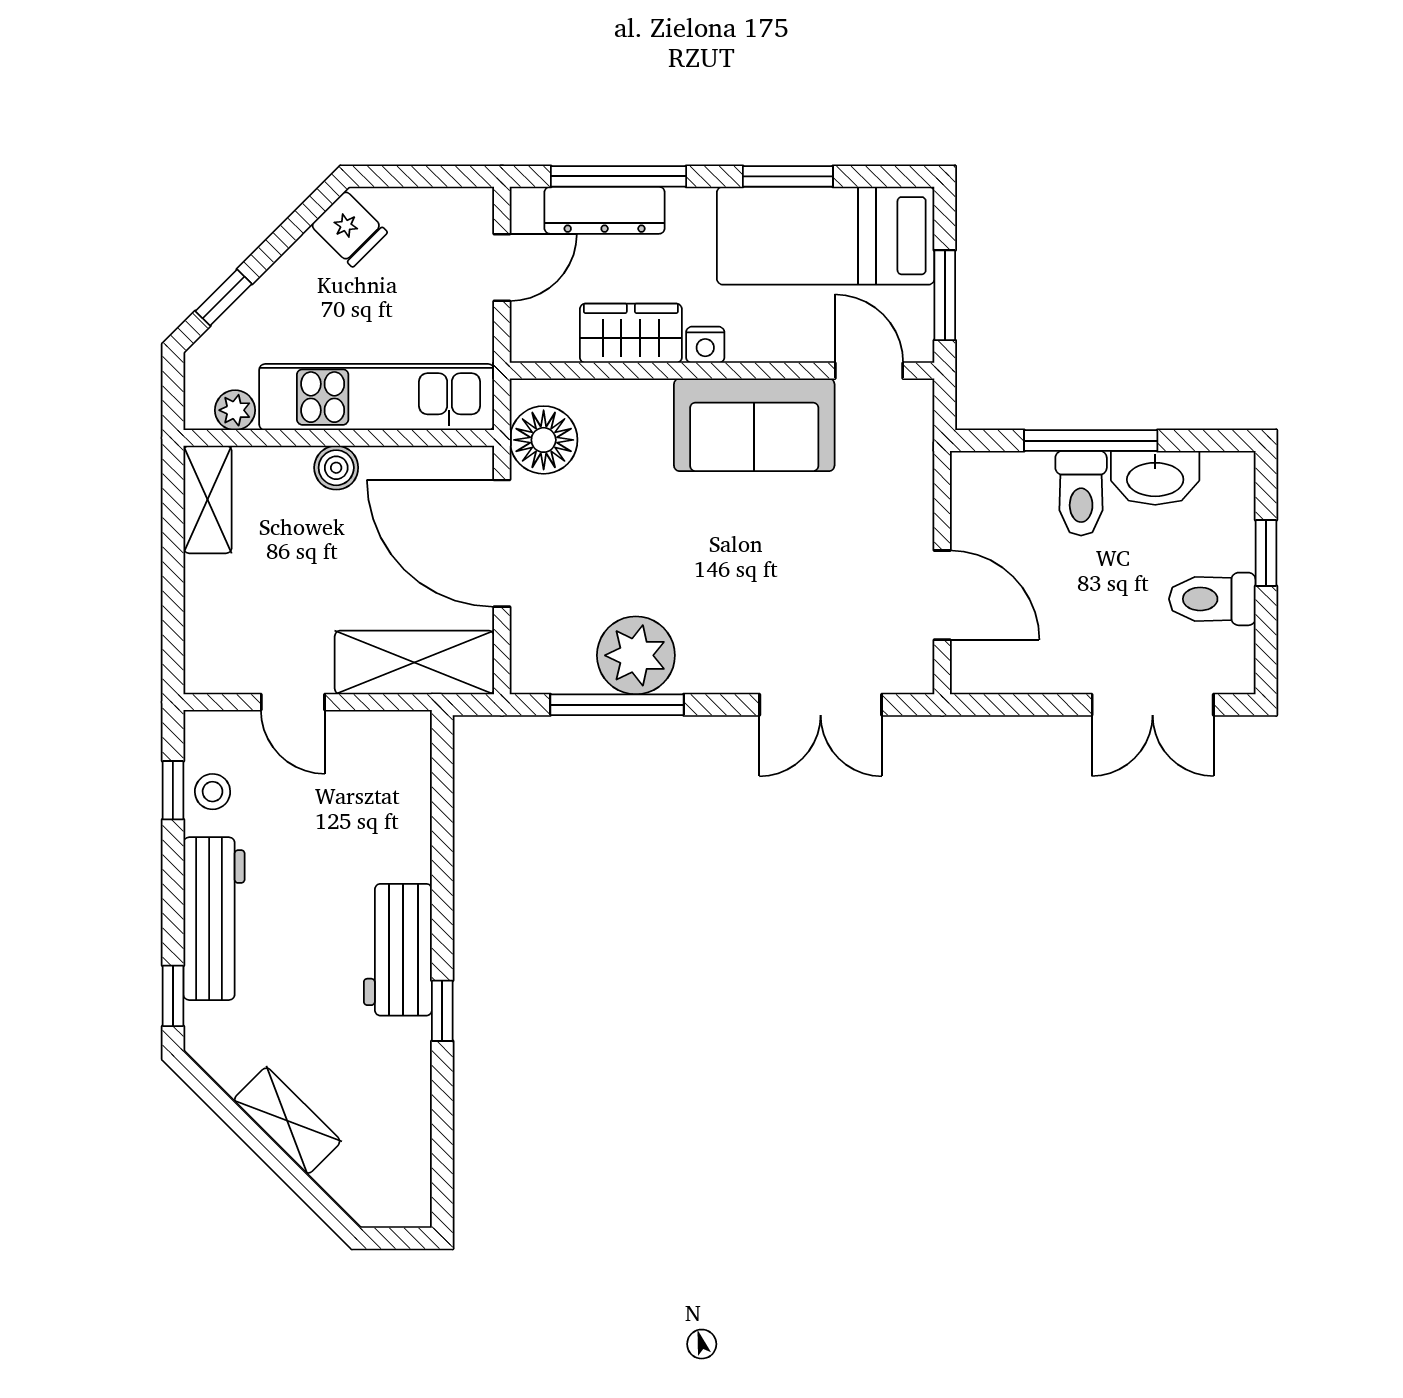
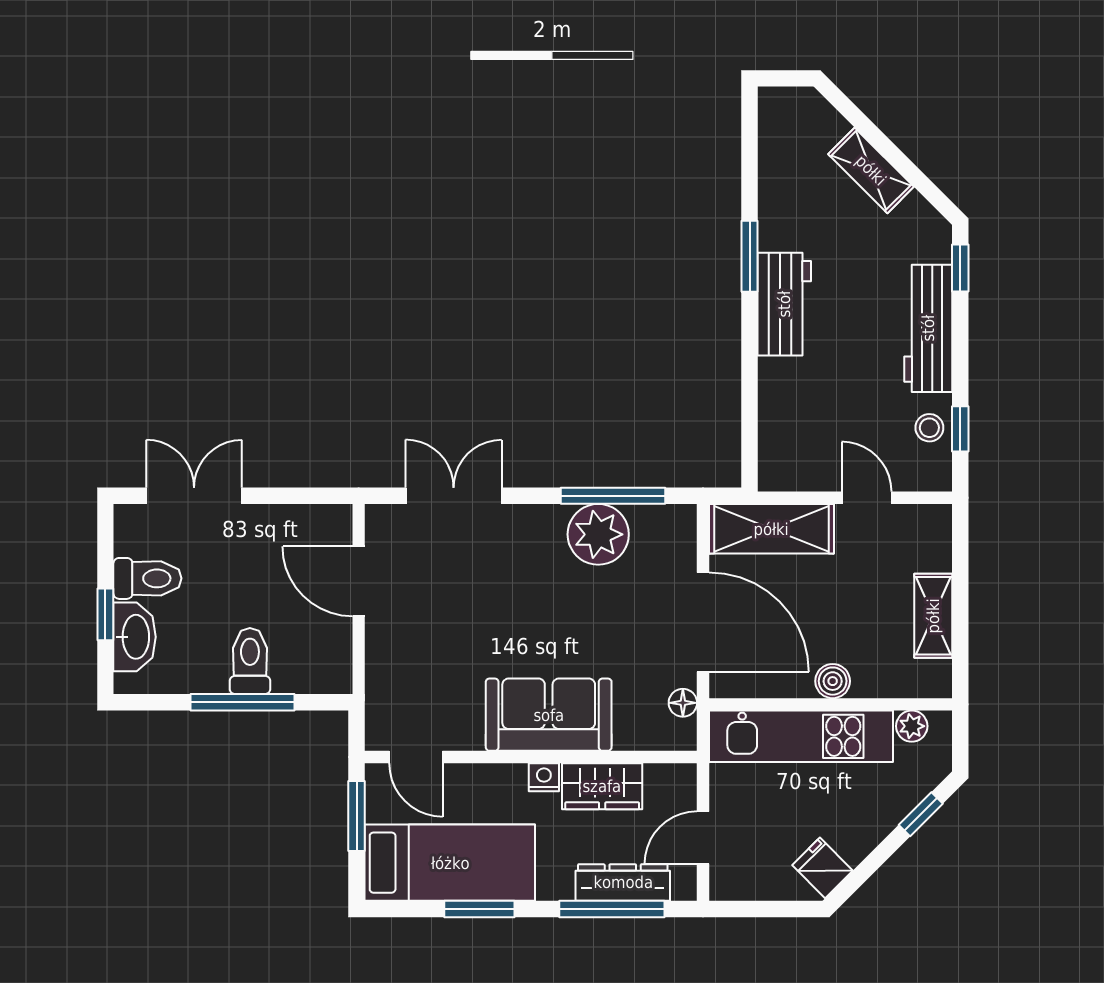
sofa: (754, 425) -> (549, 715), moved
floor lamp: (544, 440) -> (683, 703), width x0.53, depth x0.53
washbasin: (1155, 478) -> (135, 637), moved, turned 90
shelving: (208, 499) -> (933, 616), moved
window: (442, 1011) -> (750, 256), width x1.50

